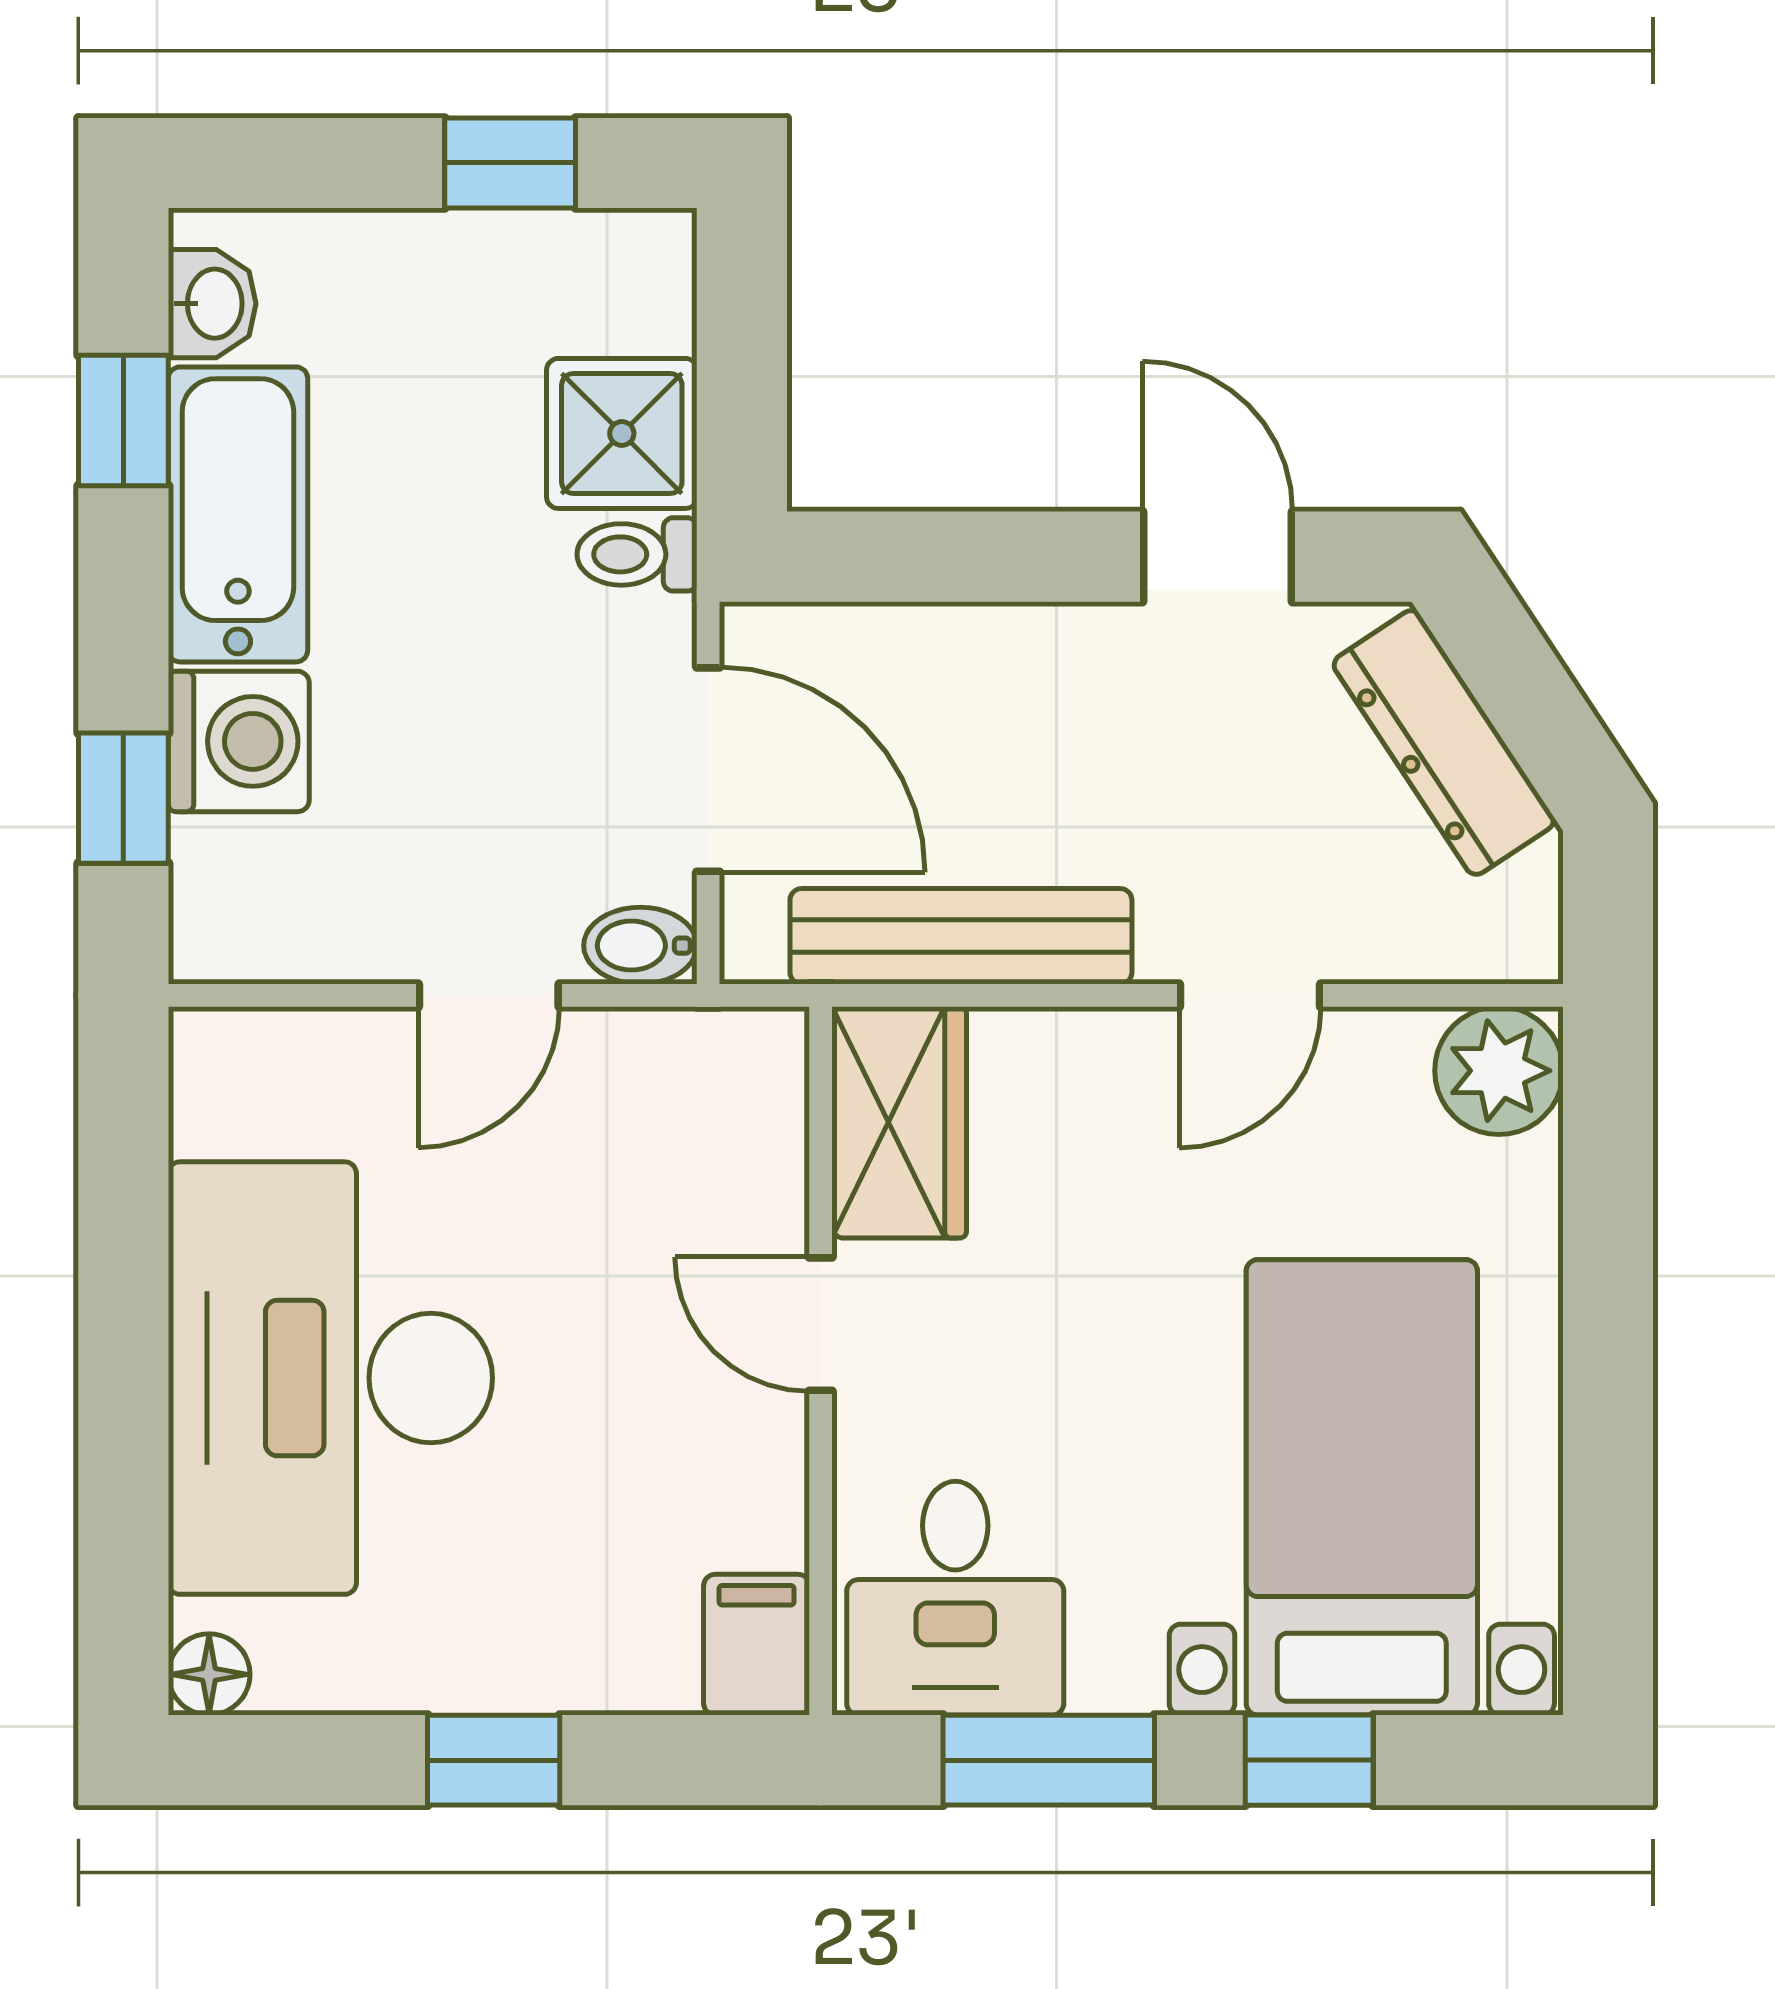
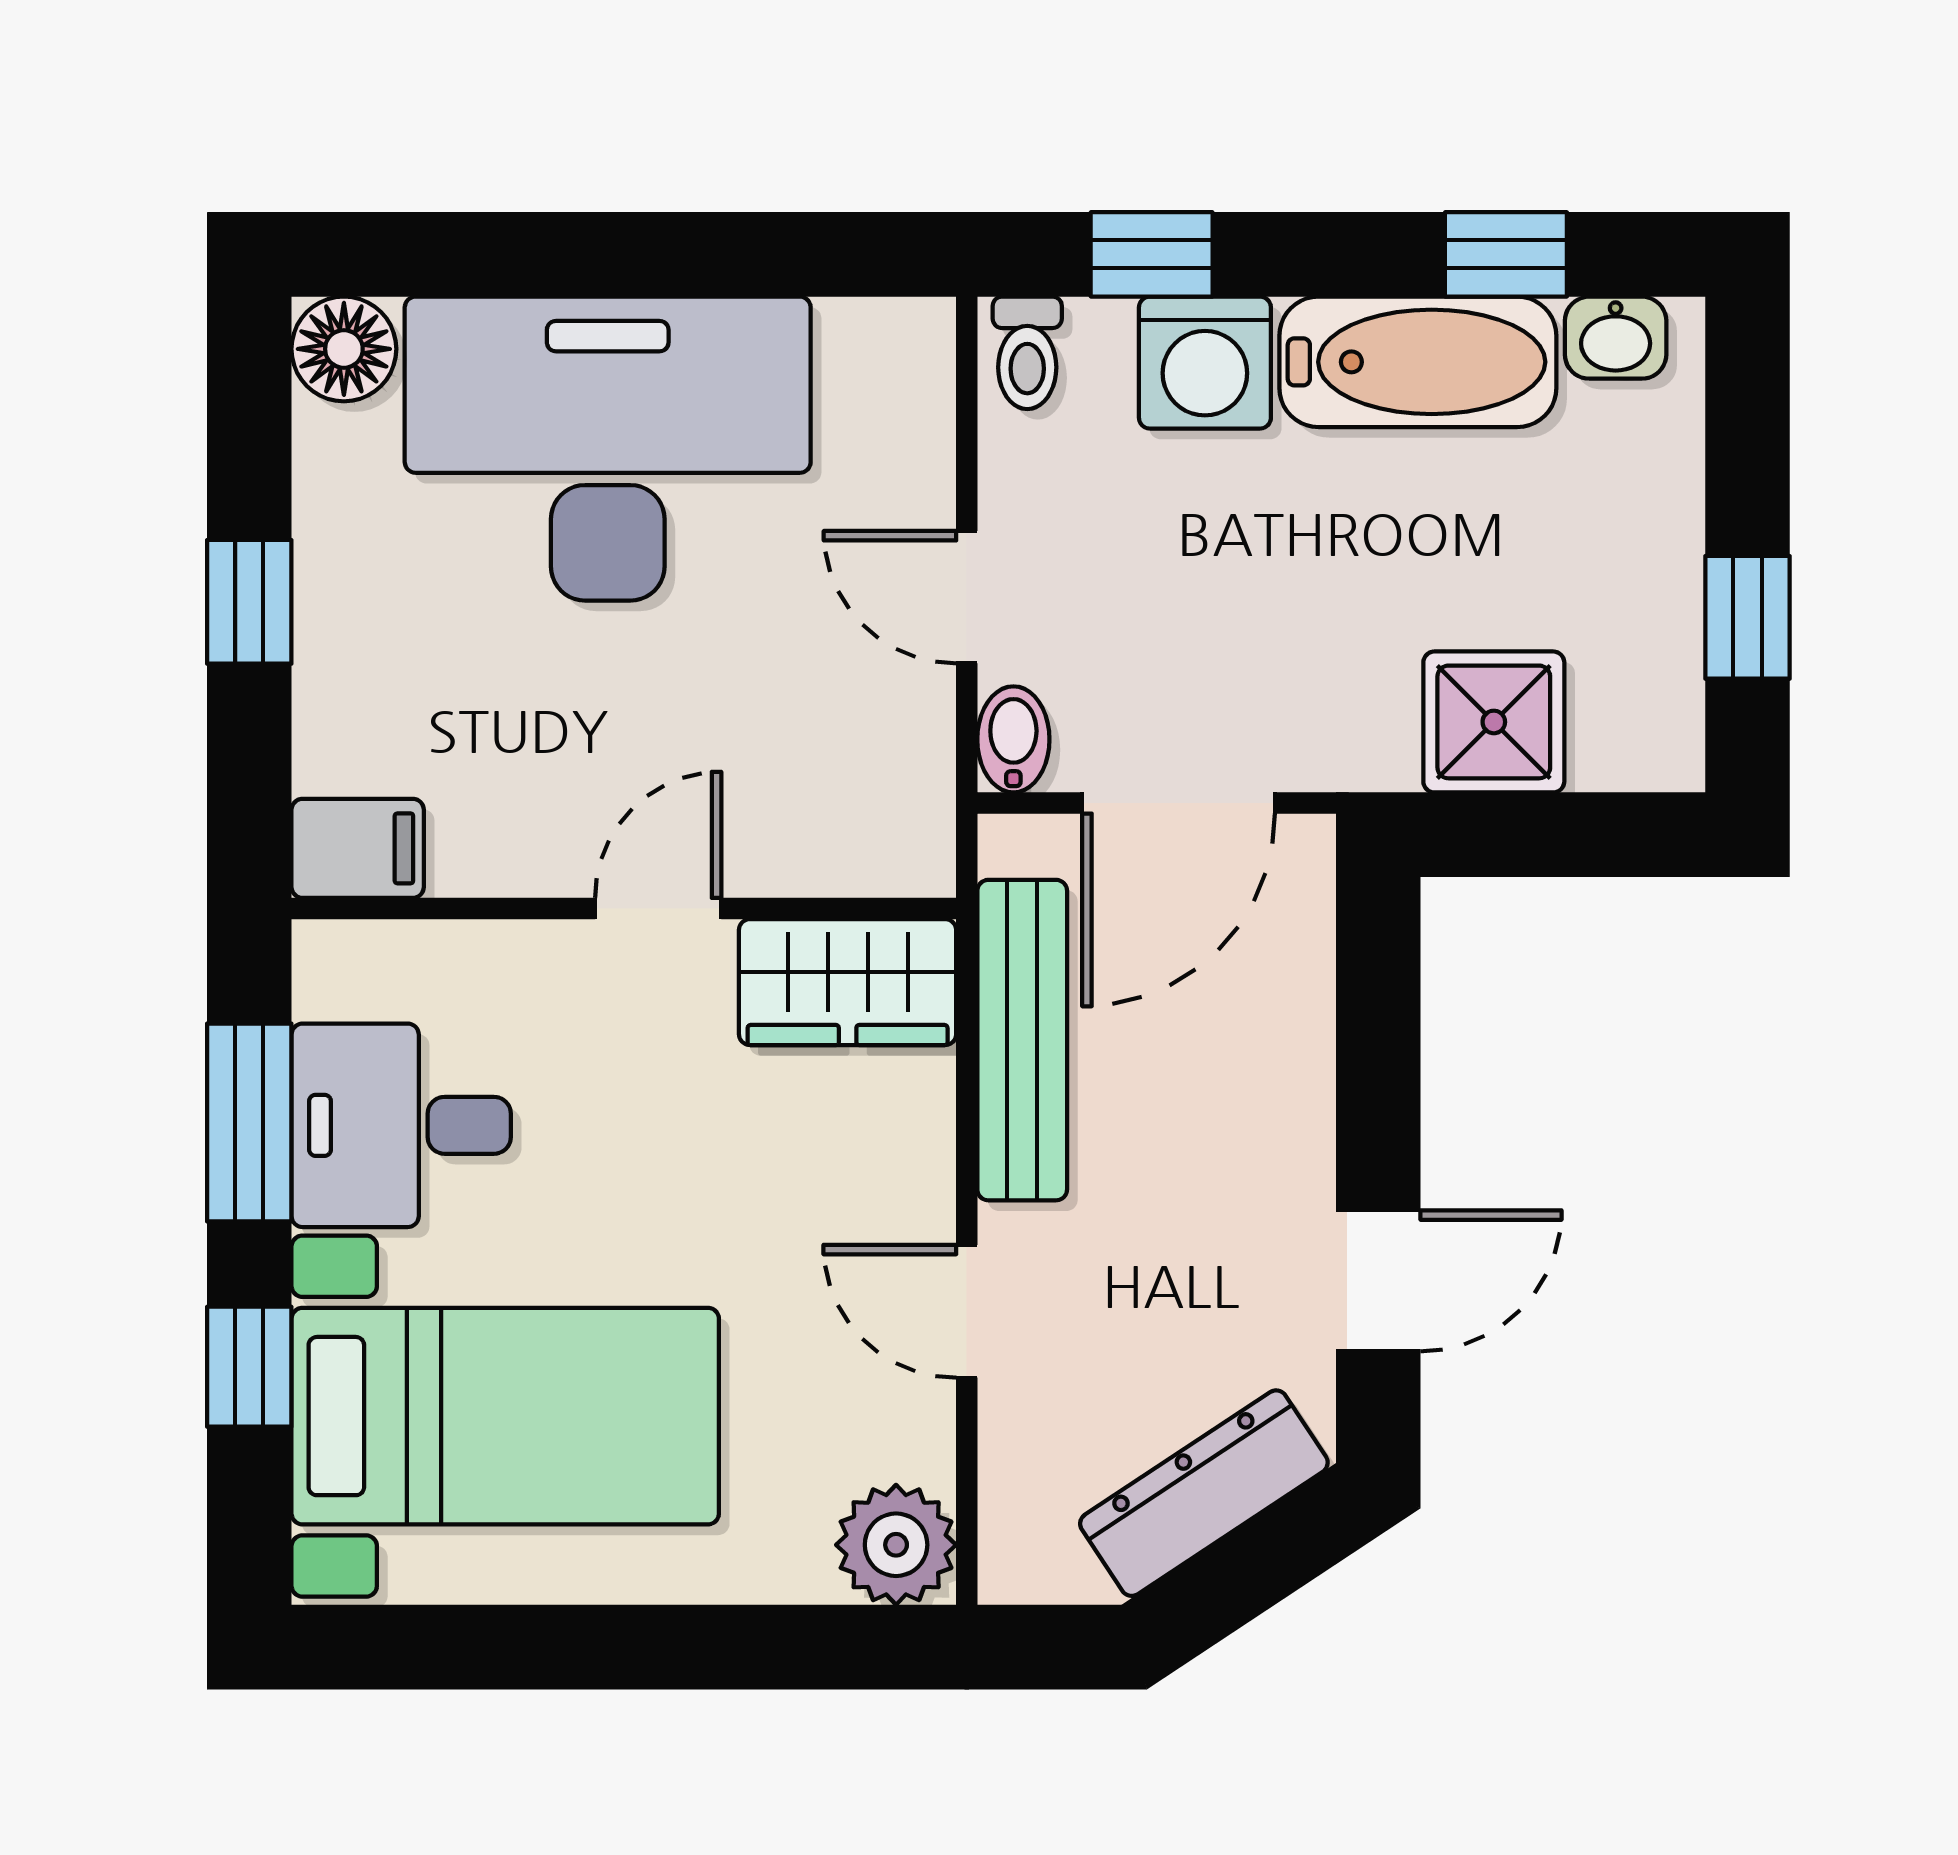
toilet: (637, 554) -> (1027, 353), moved, turned 180
desk: (955, 1598) -> (401, 1125), moved
floor lamp: (209, 1674) -> (344, 349), width x1.37, depth x1.37

